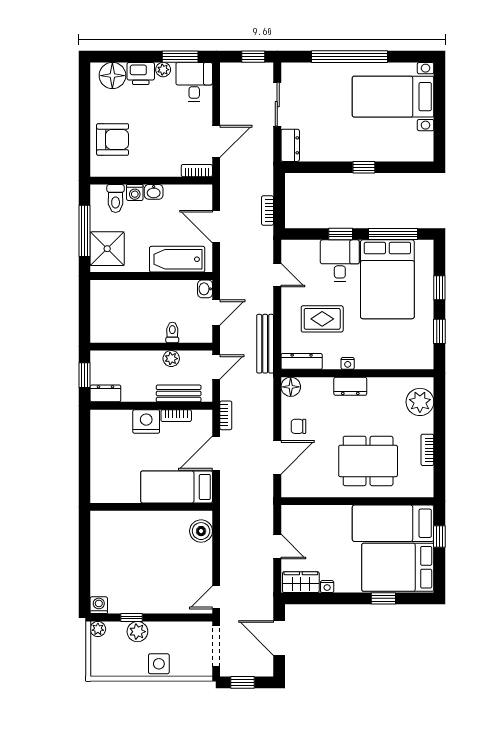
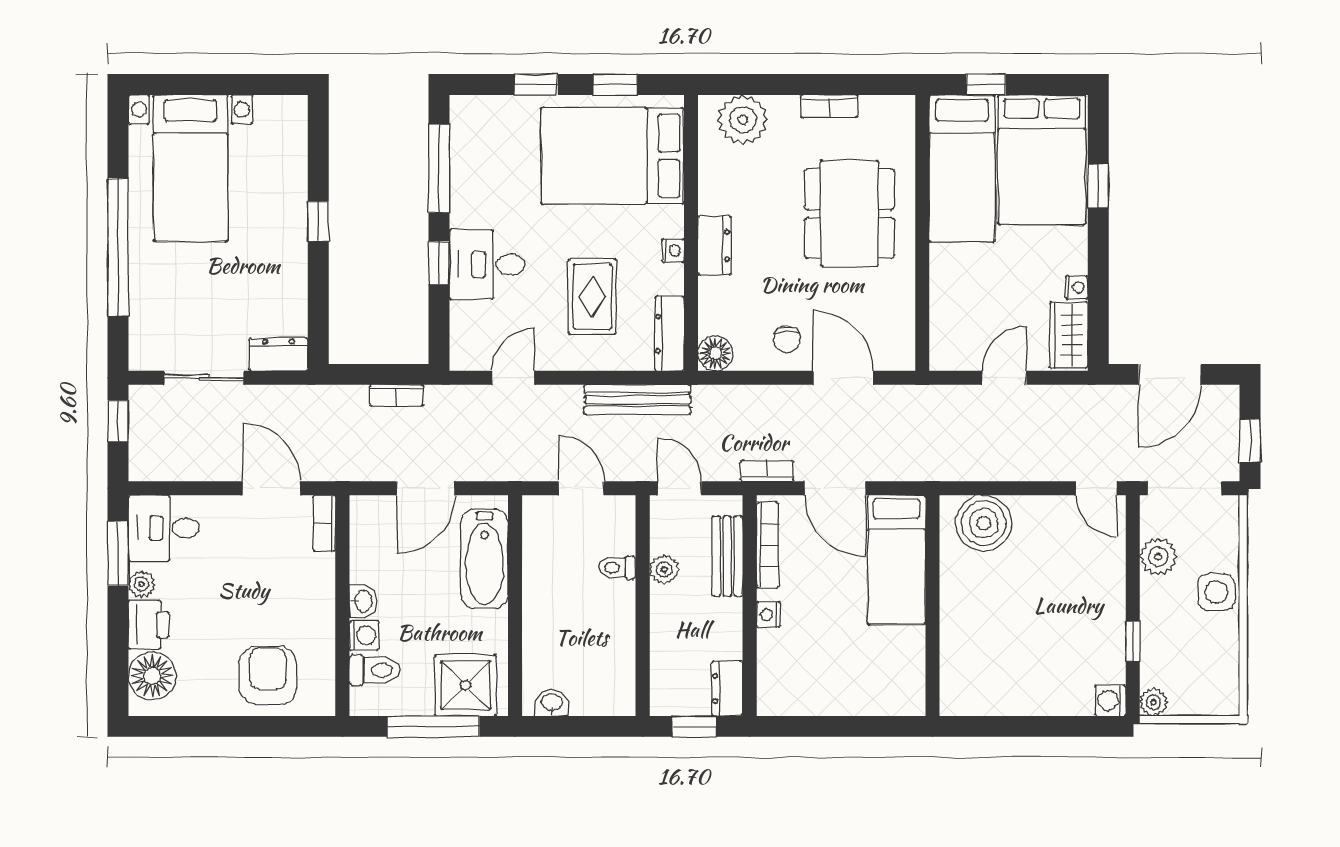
bed: (387, 279) -> (613, 156), moved, turned 180
washbasin: (205, 289) -> (552, 703), moved, turned 180
bookcase: (176, 416) -> (767, 545), width x1.56
nightstand: (146, 421) -> (769, 615), width x0.53, depth x0.56
boiler: (201, 531) -> (984, 523), width x1.37, depth x1.37
plant: (137, 632) -> (1158, 557), moved

